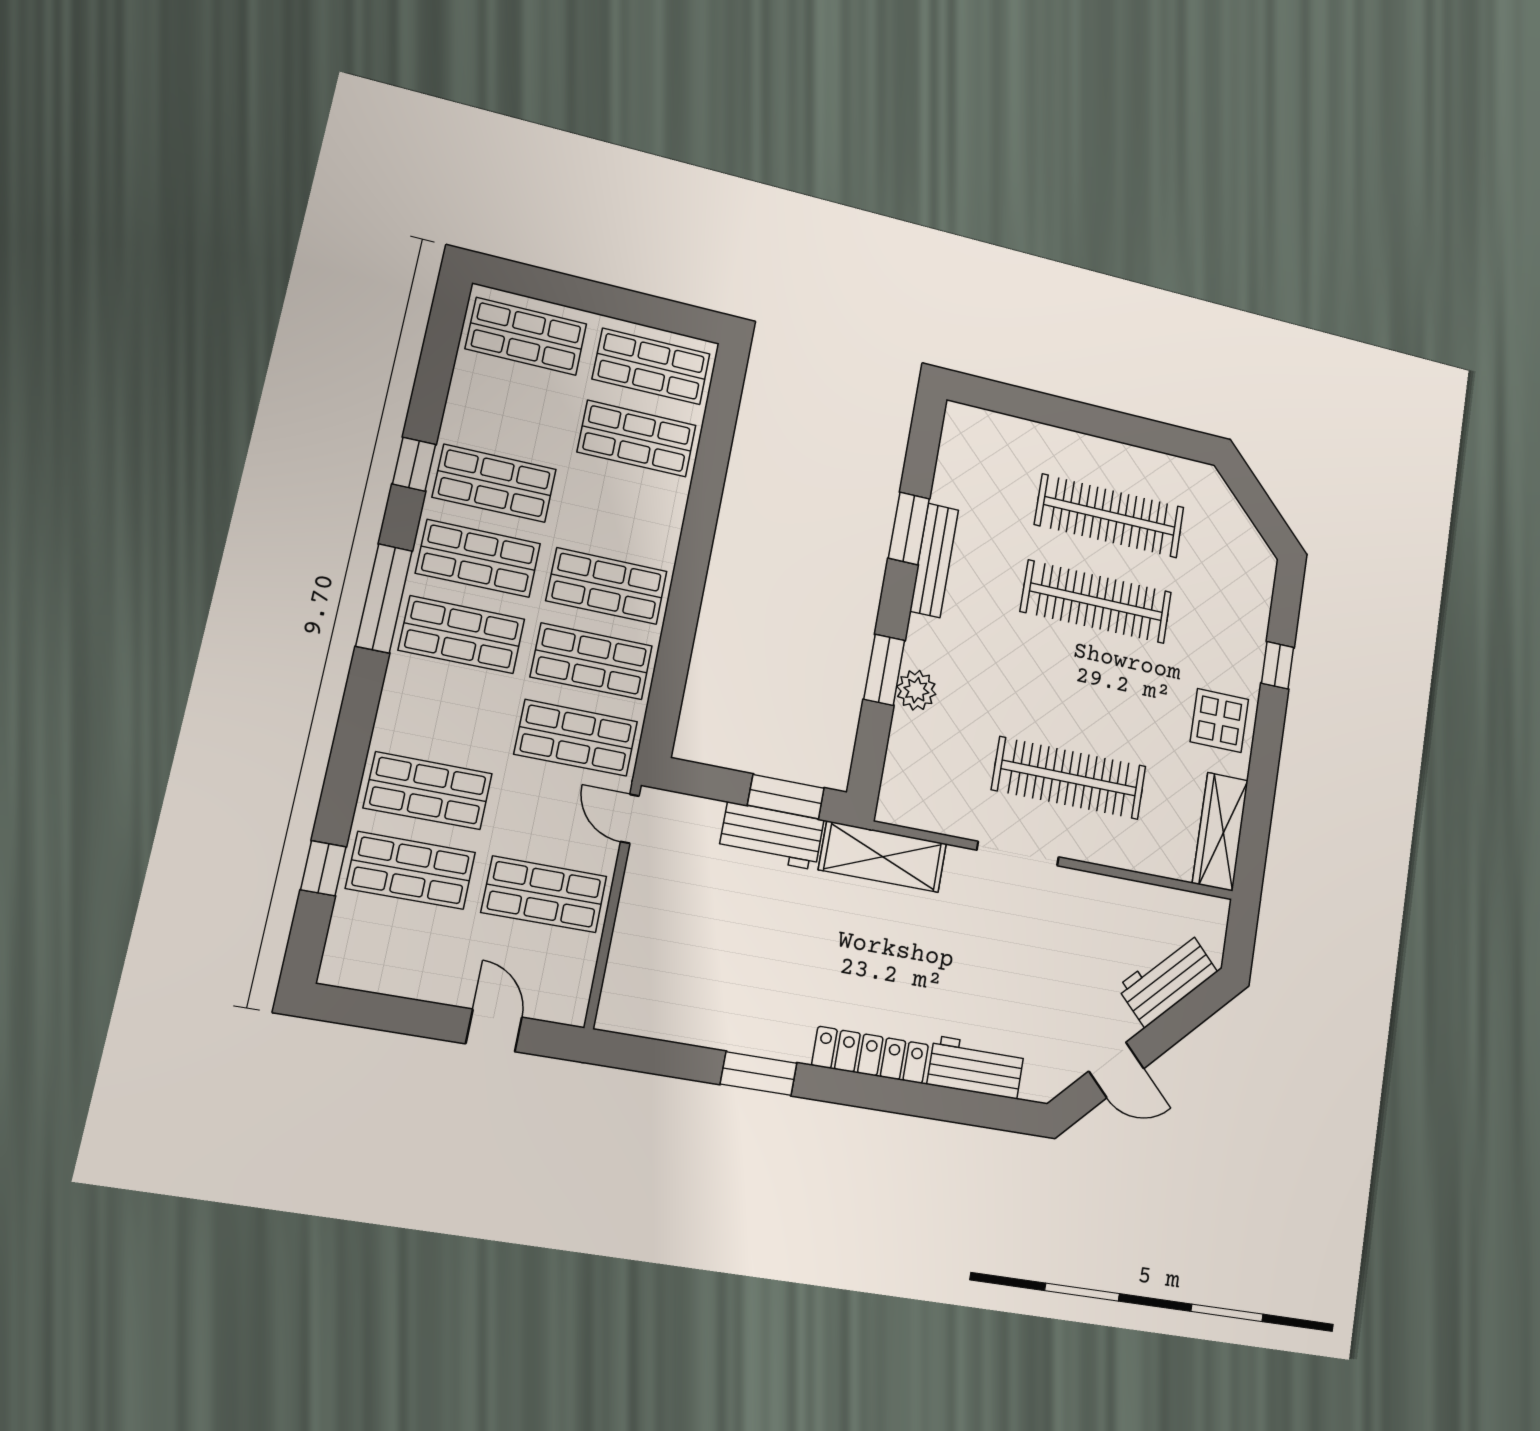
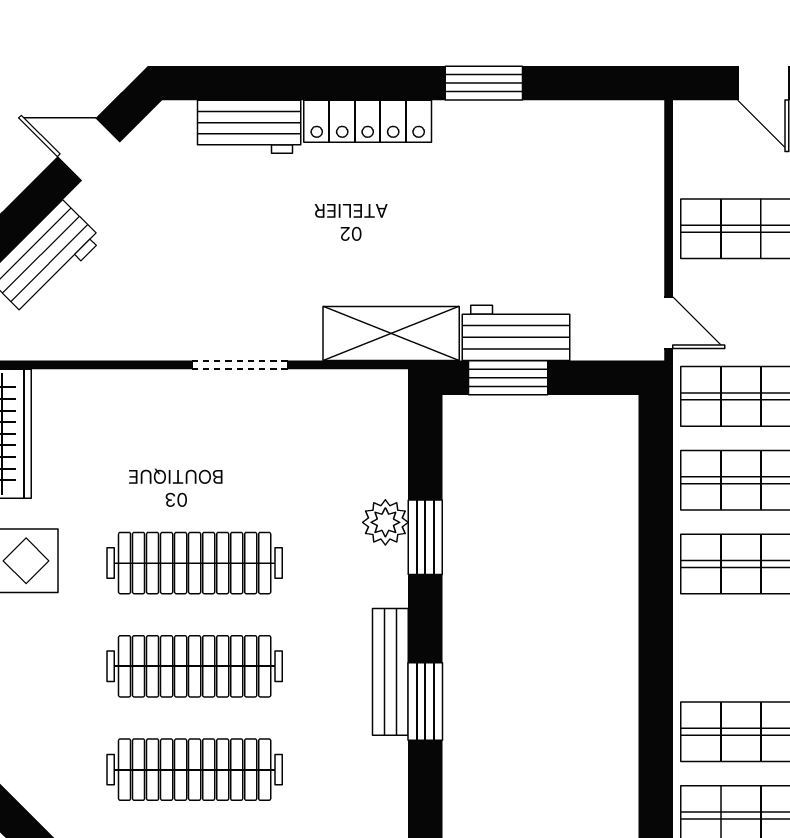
clothes rail: (1069, 778) -> (195, 563), moved

